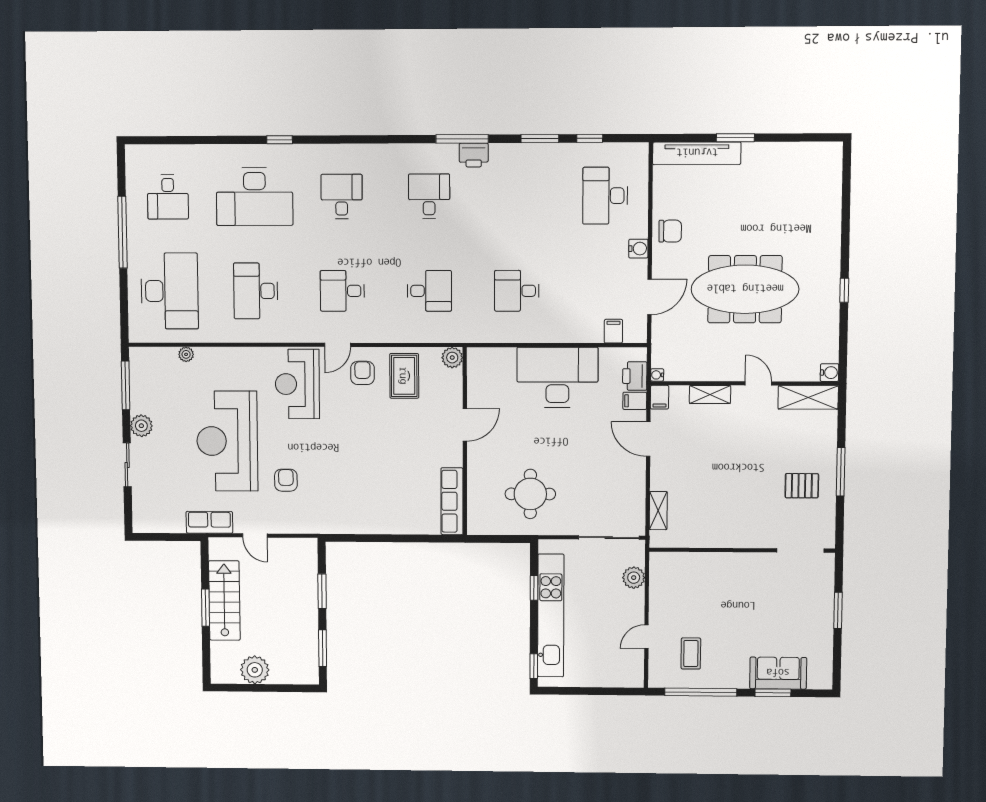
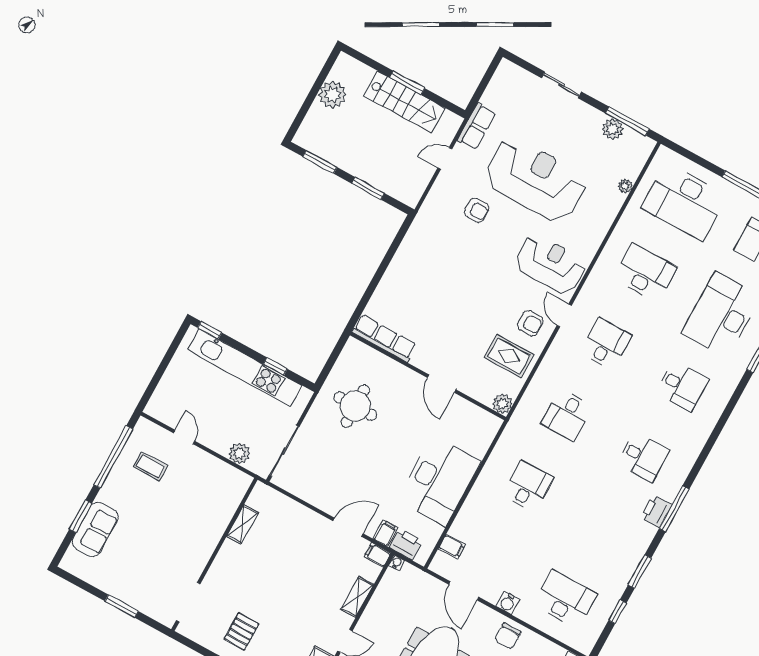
plant: (141, 426) -> (613, 129), moved
shelving: (658, 511) -> (242, 524), moved, turned 90

